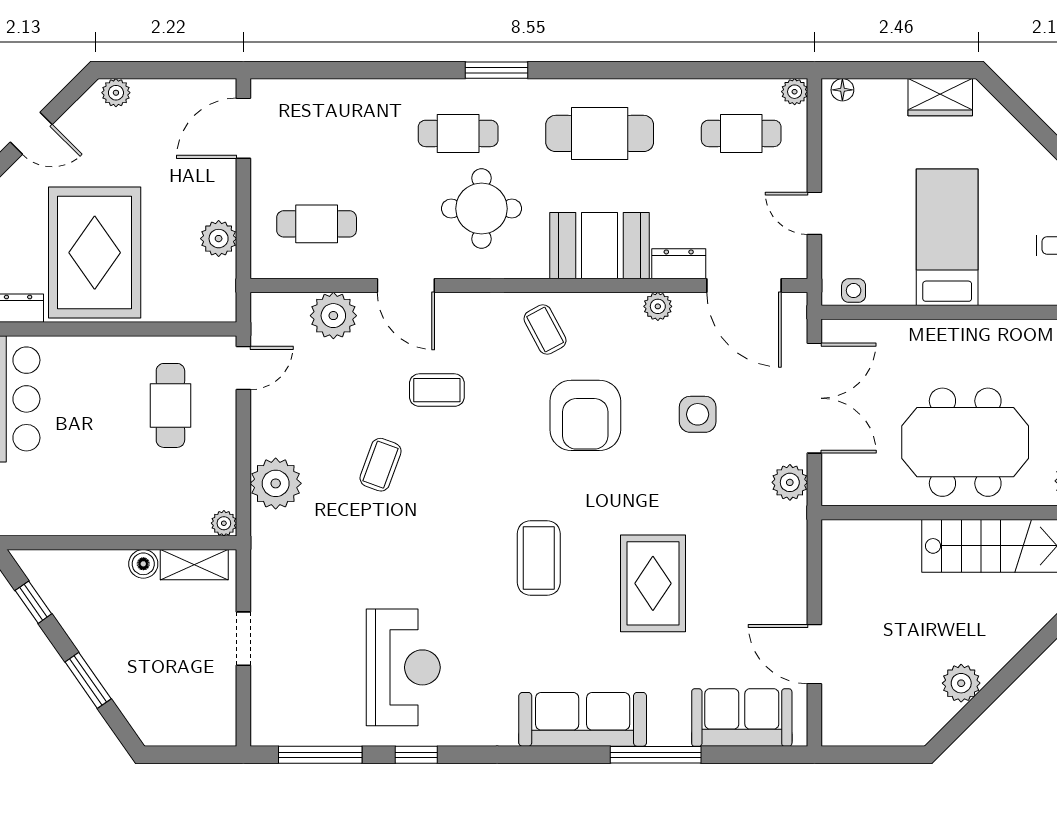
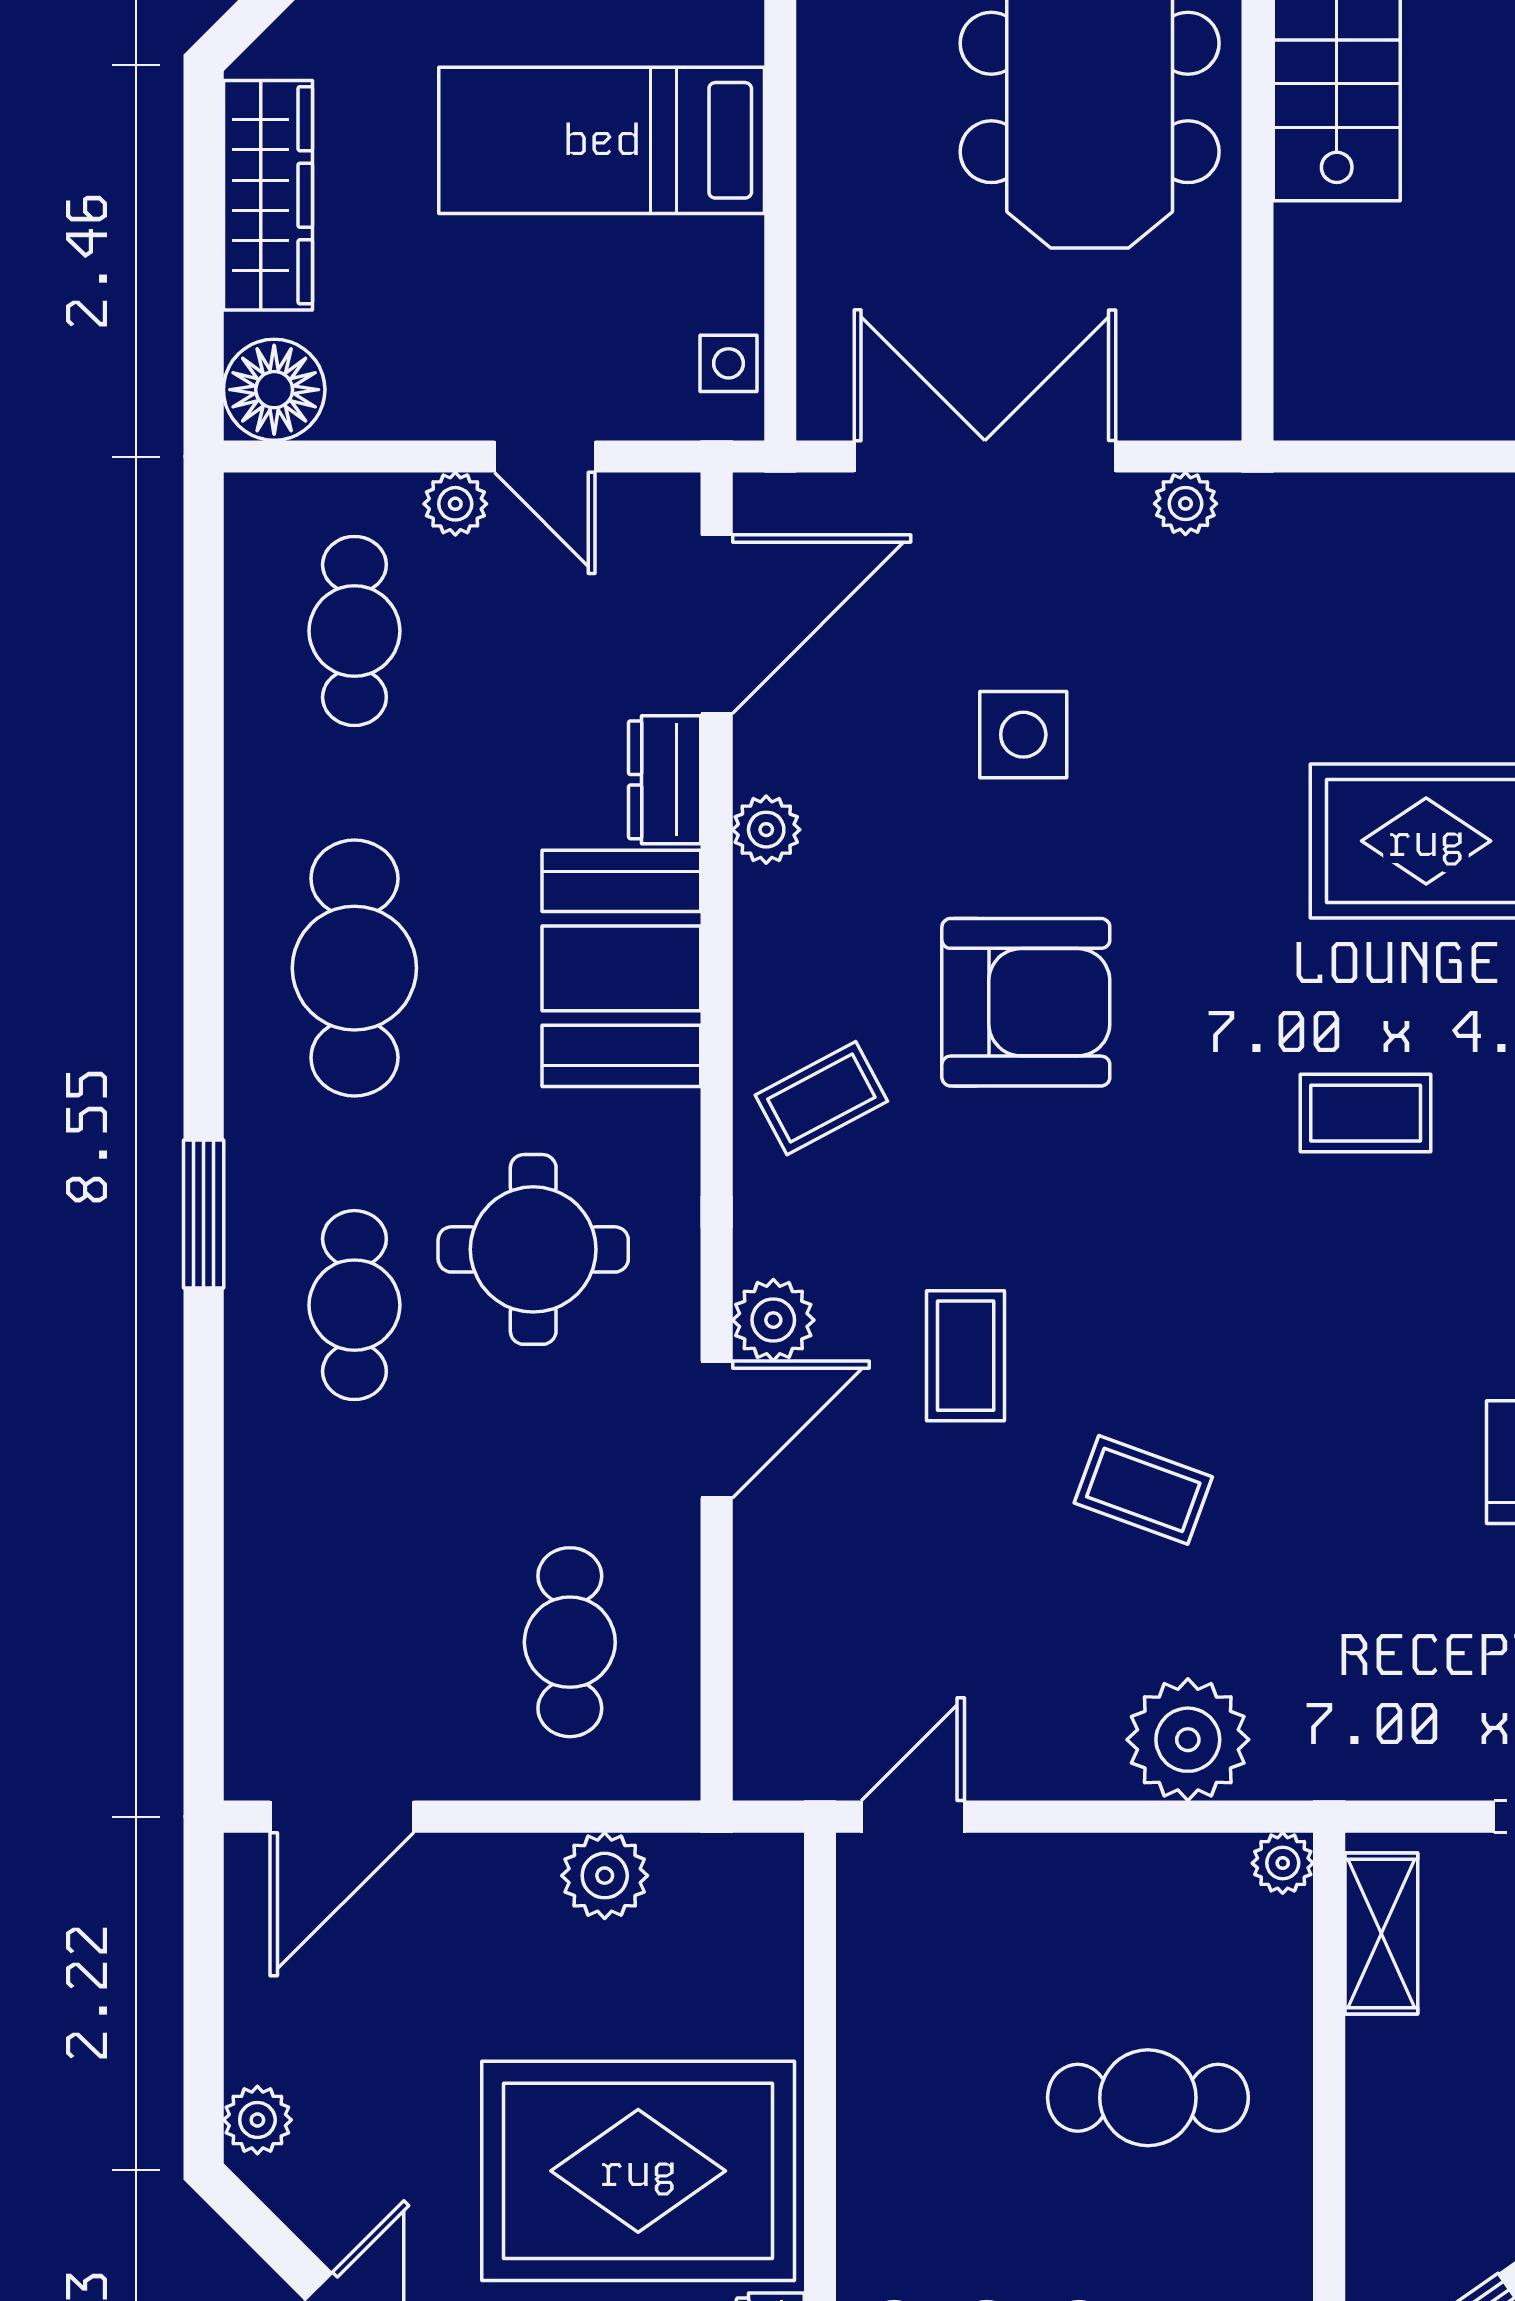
floor lamp: (842, 90) -> (274, 390), width x1.89, depth x1.89
plant: (795, 92) -> (455, 504), moved
wardrobe: (940, 97) -> (268, 195), width x1.50
door: (243, 128) -> (342, 1817), hinge flipped
door: (814, 213) -> (545, 457), hinge flipped
plant: (333, 316) -> (773, 1320), moved, width x0.73, depth x0.73
door: (243, 368) -> (913, 1817), hinge flipped
cafe table: (170, 405) -> (1148, 2098), moved
plant: (790, 482) -> (1185, 504), width x0.73, depth x0.73
coffee table: (539, 558) -> (1366, 1113), width x0.73, depth x0.77
boiler: (143, 564) -> (1379, 2055), removed

